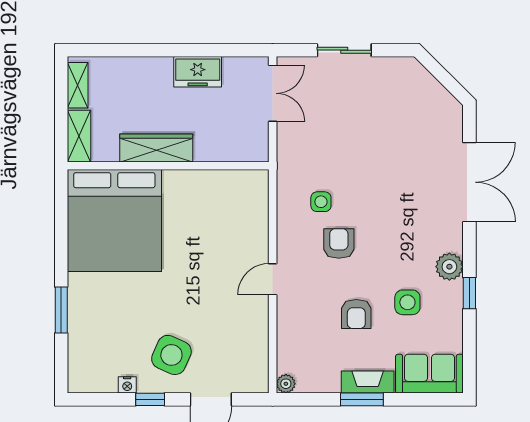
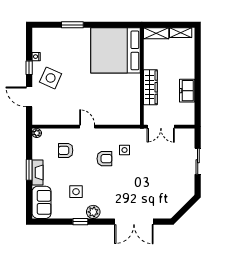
double door: (273, 93) -> (161, 127), moved
wardrobe: (156, 148) -> (150, 87), moved
armchair: (356, 314) -> (66, 150), moved

